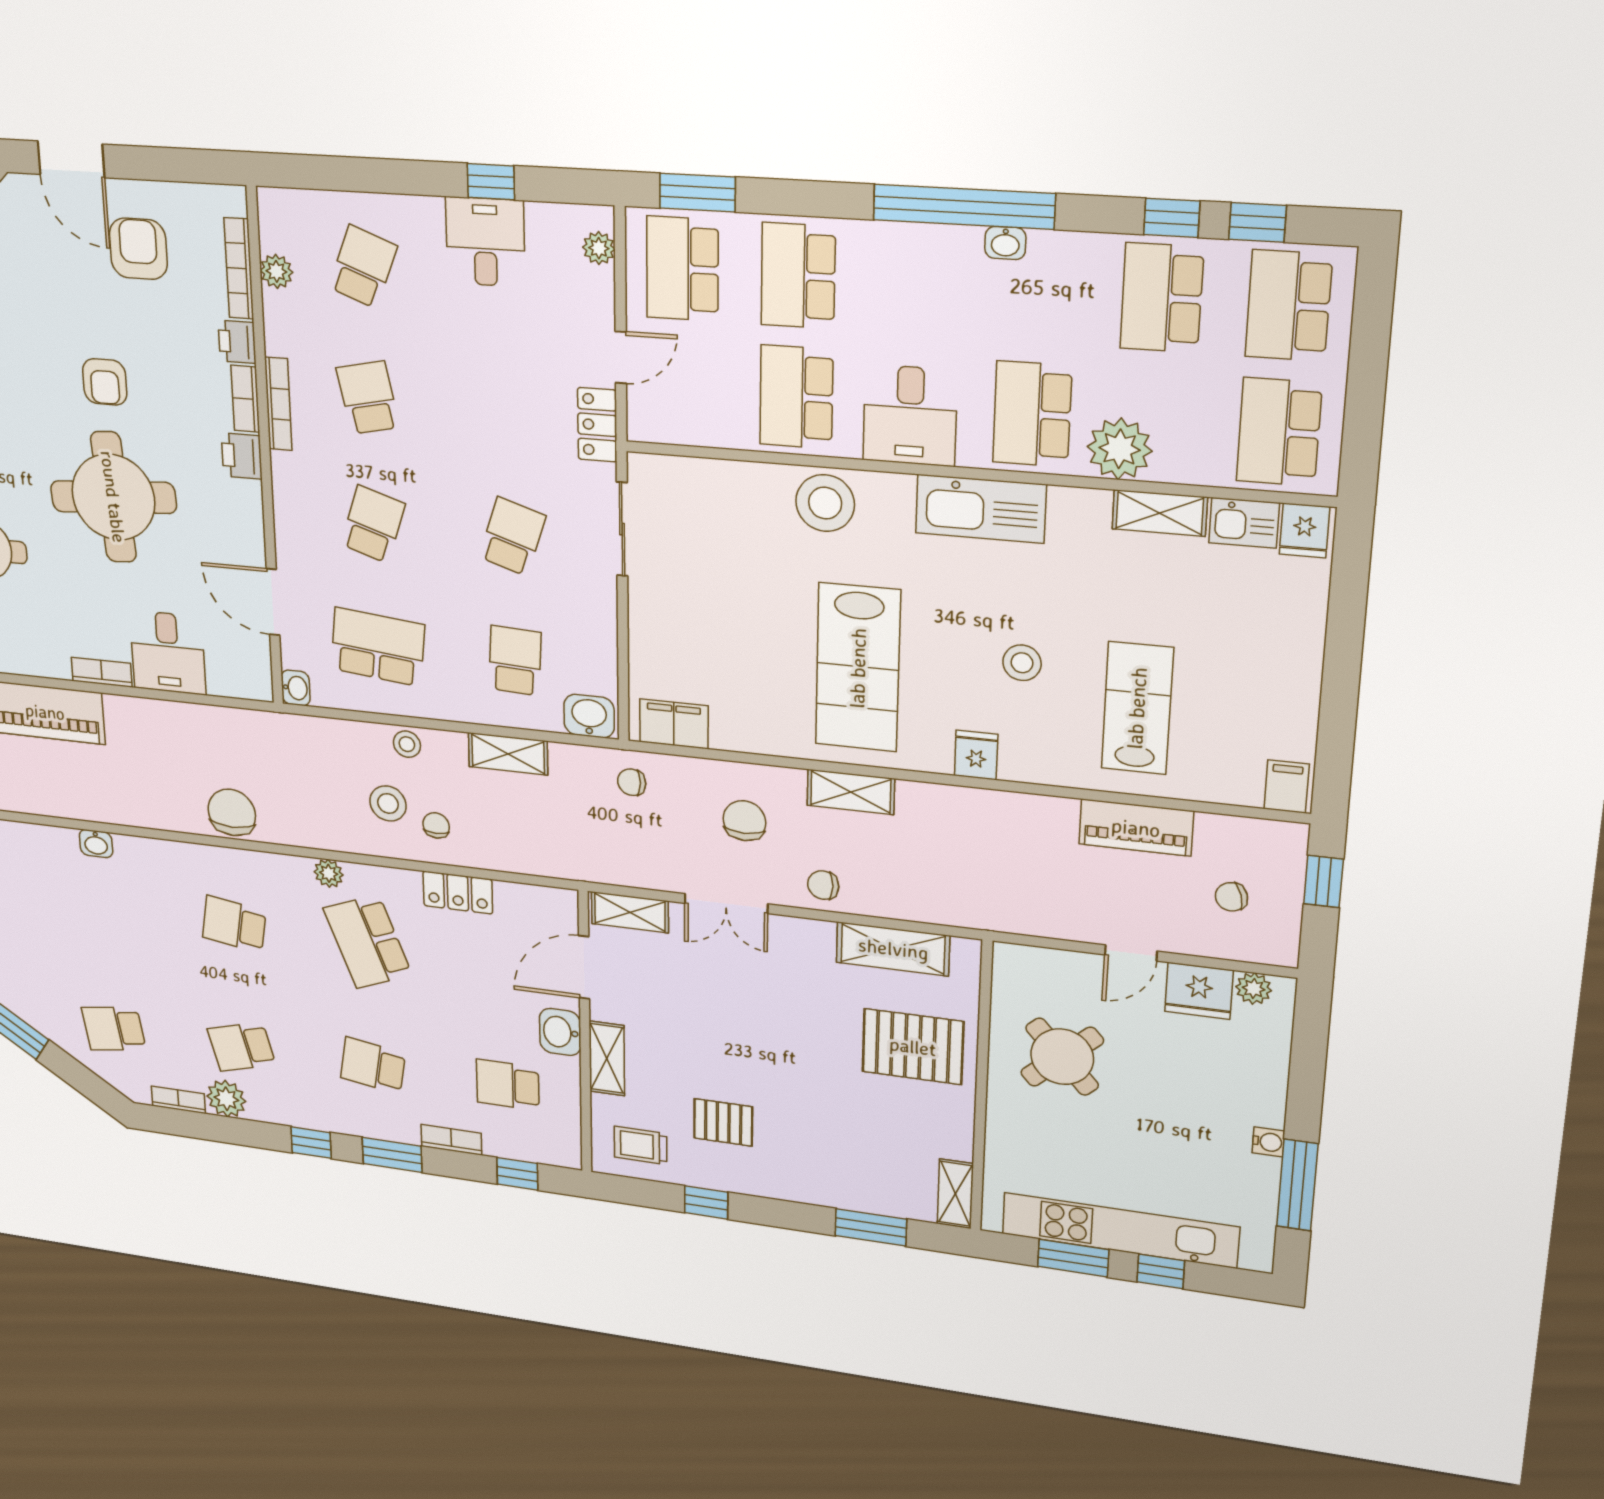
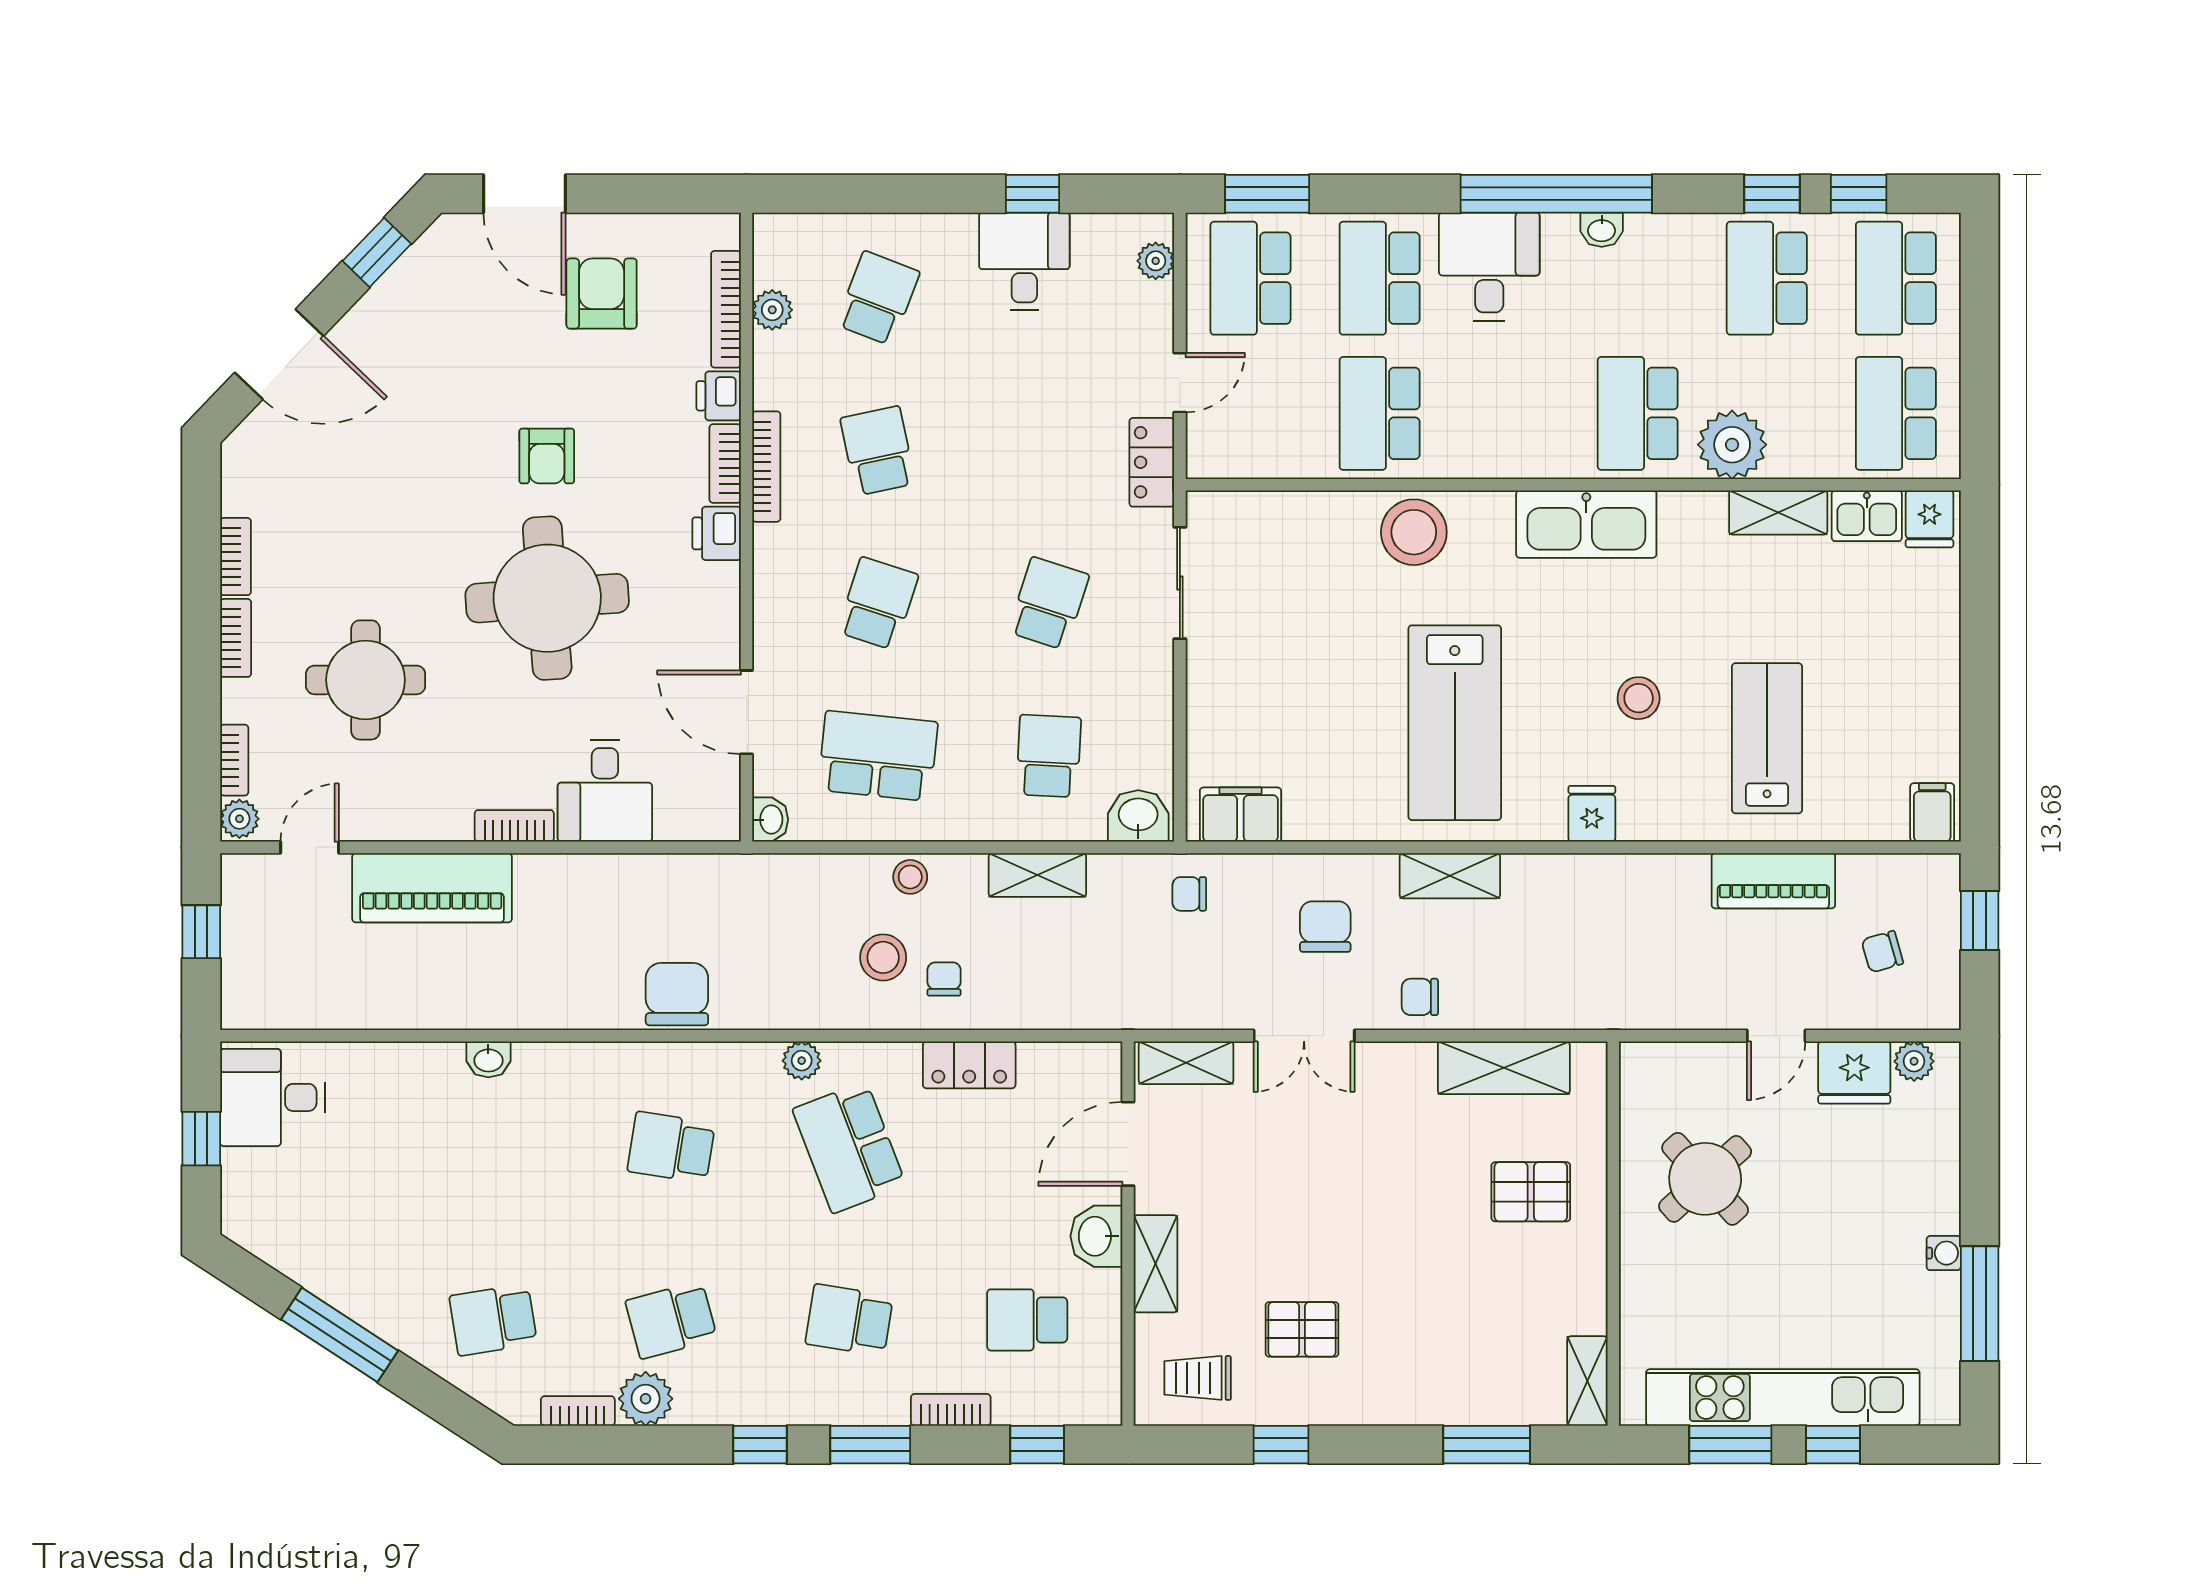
desk: (910, 415) -> (1489, 267), moved, turned 180
pallet: (913, 1047) -> (1531, 1192), width x0.67, depth x0.71

